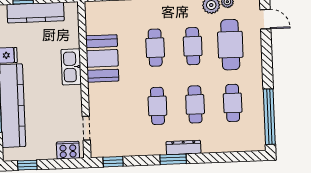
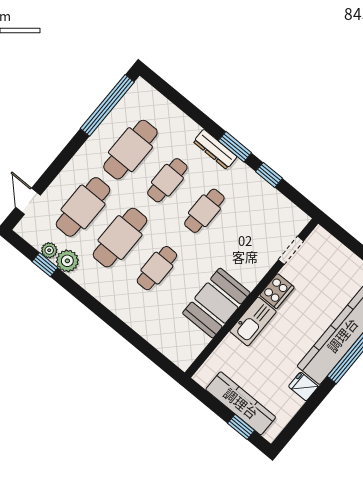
cafe table: (193, 46) -> (120, 238), width x1.37, depth x1.35
cafe table: (233, 103) -> (130, 150), width x1.37, depth x1.35
cooker: (68, 150) -> (277, 291), moved, turned -90
window: (113, 162) -> (269, 175), moved

